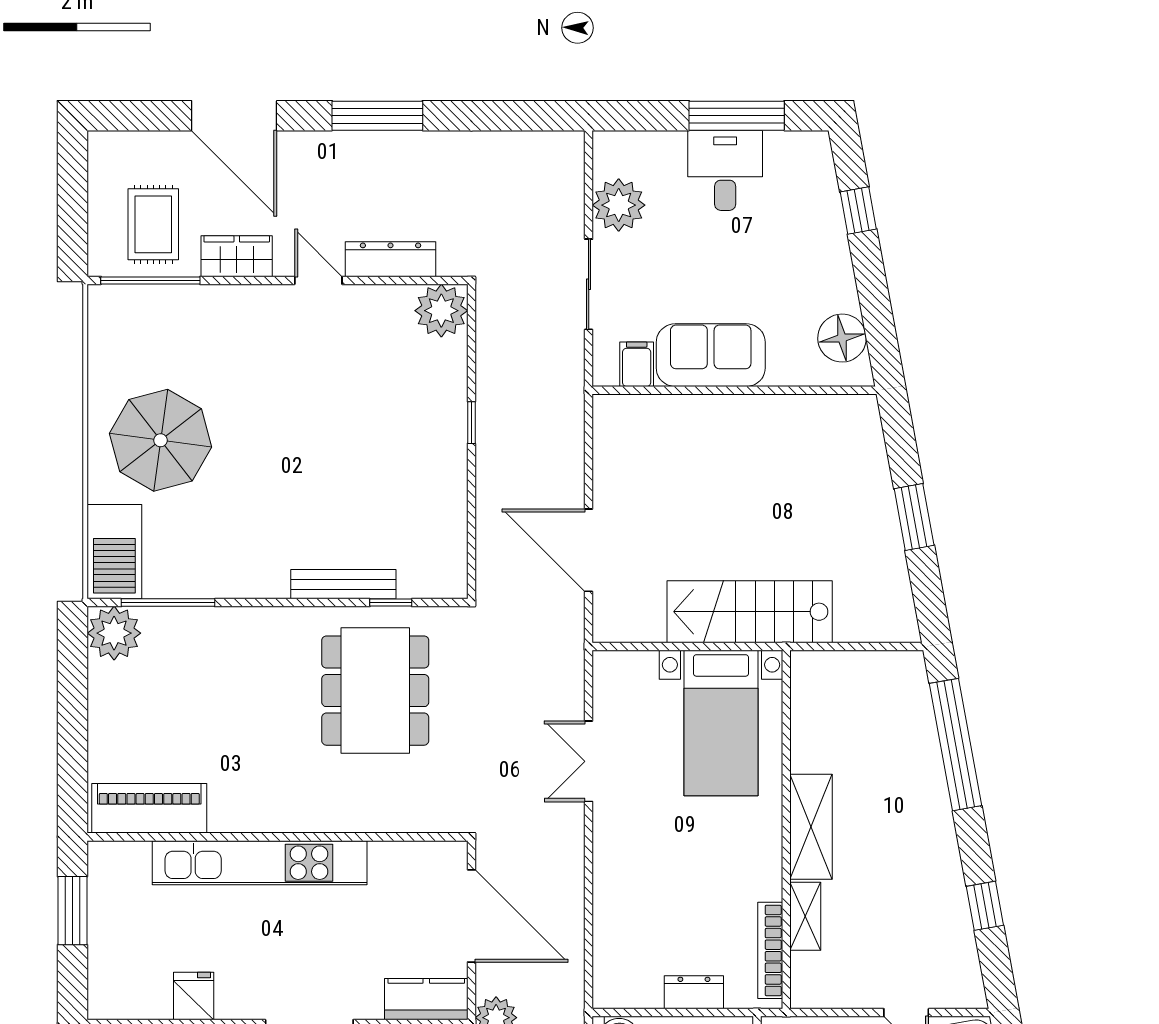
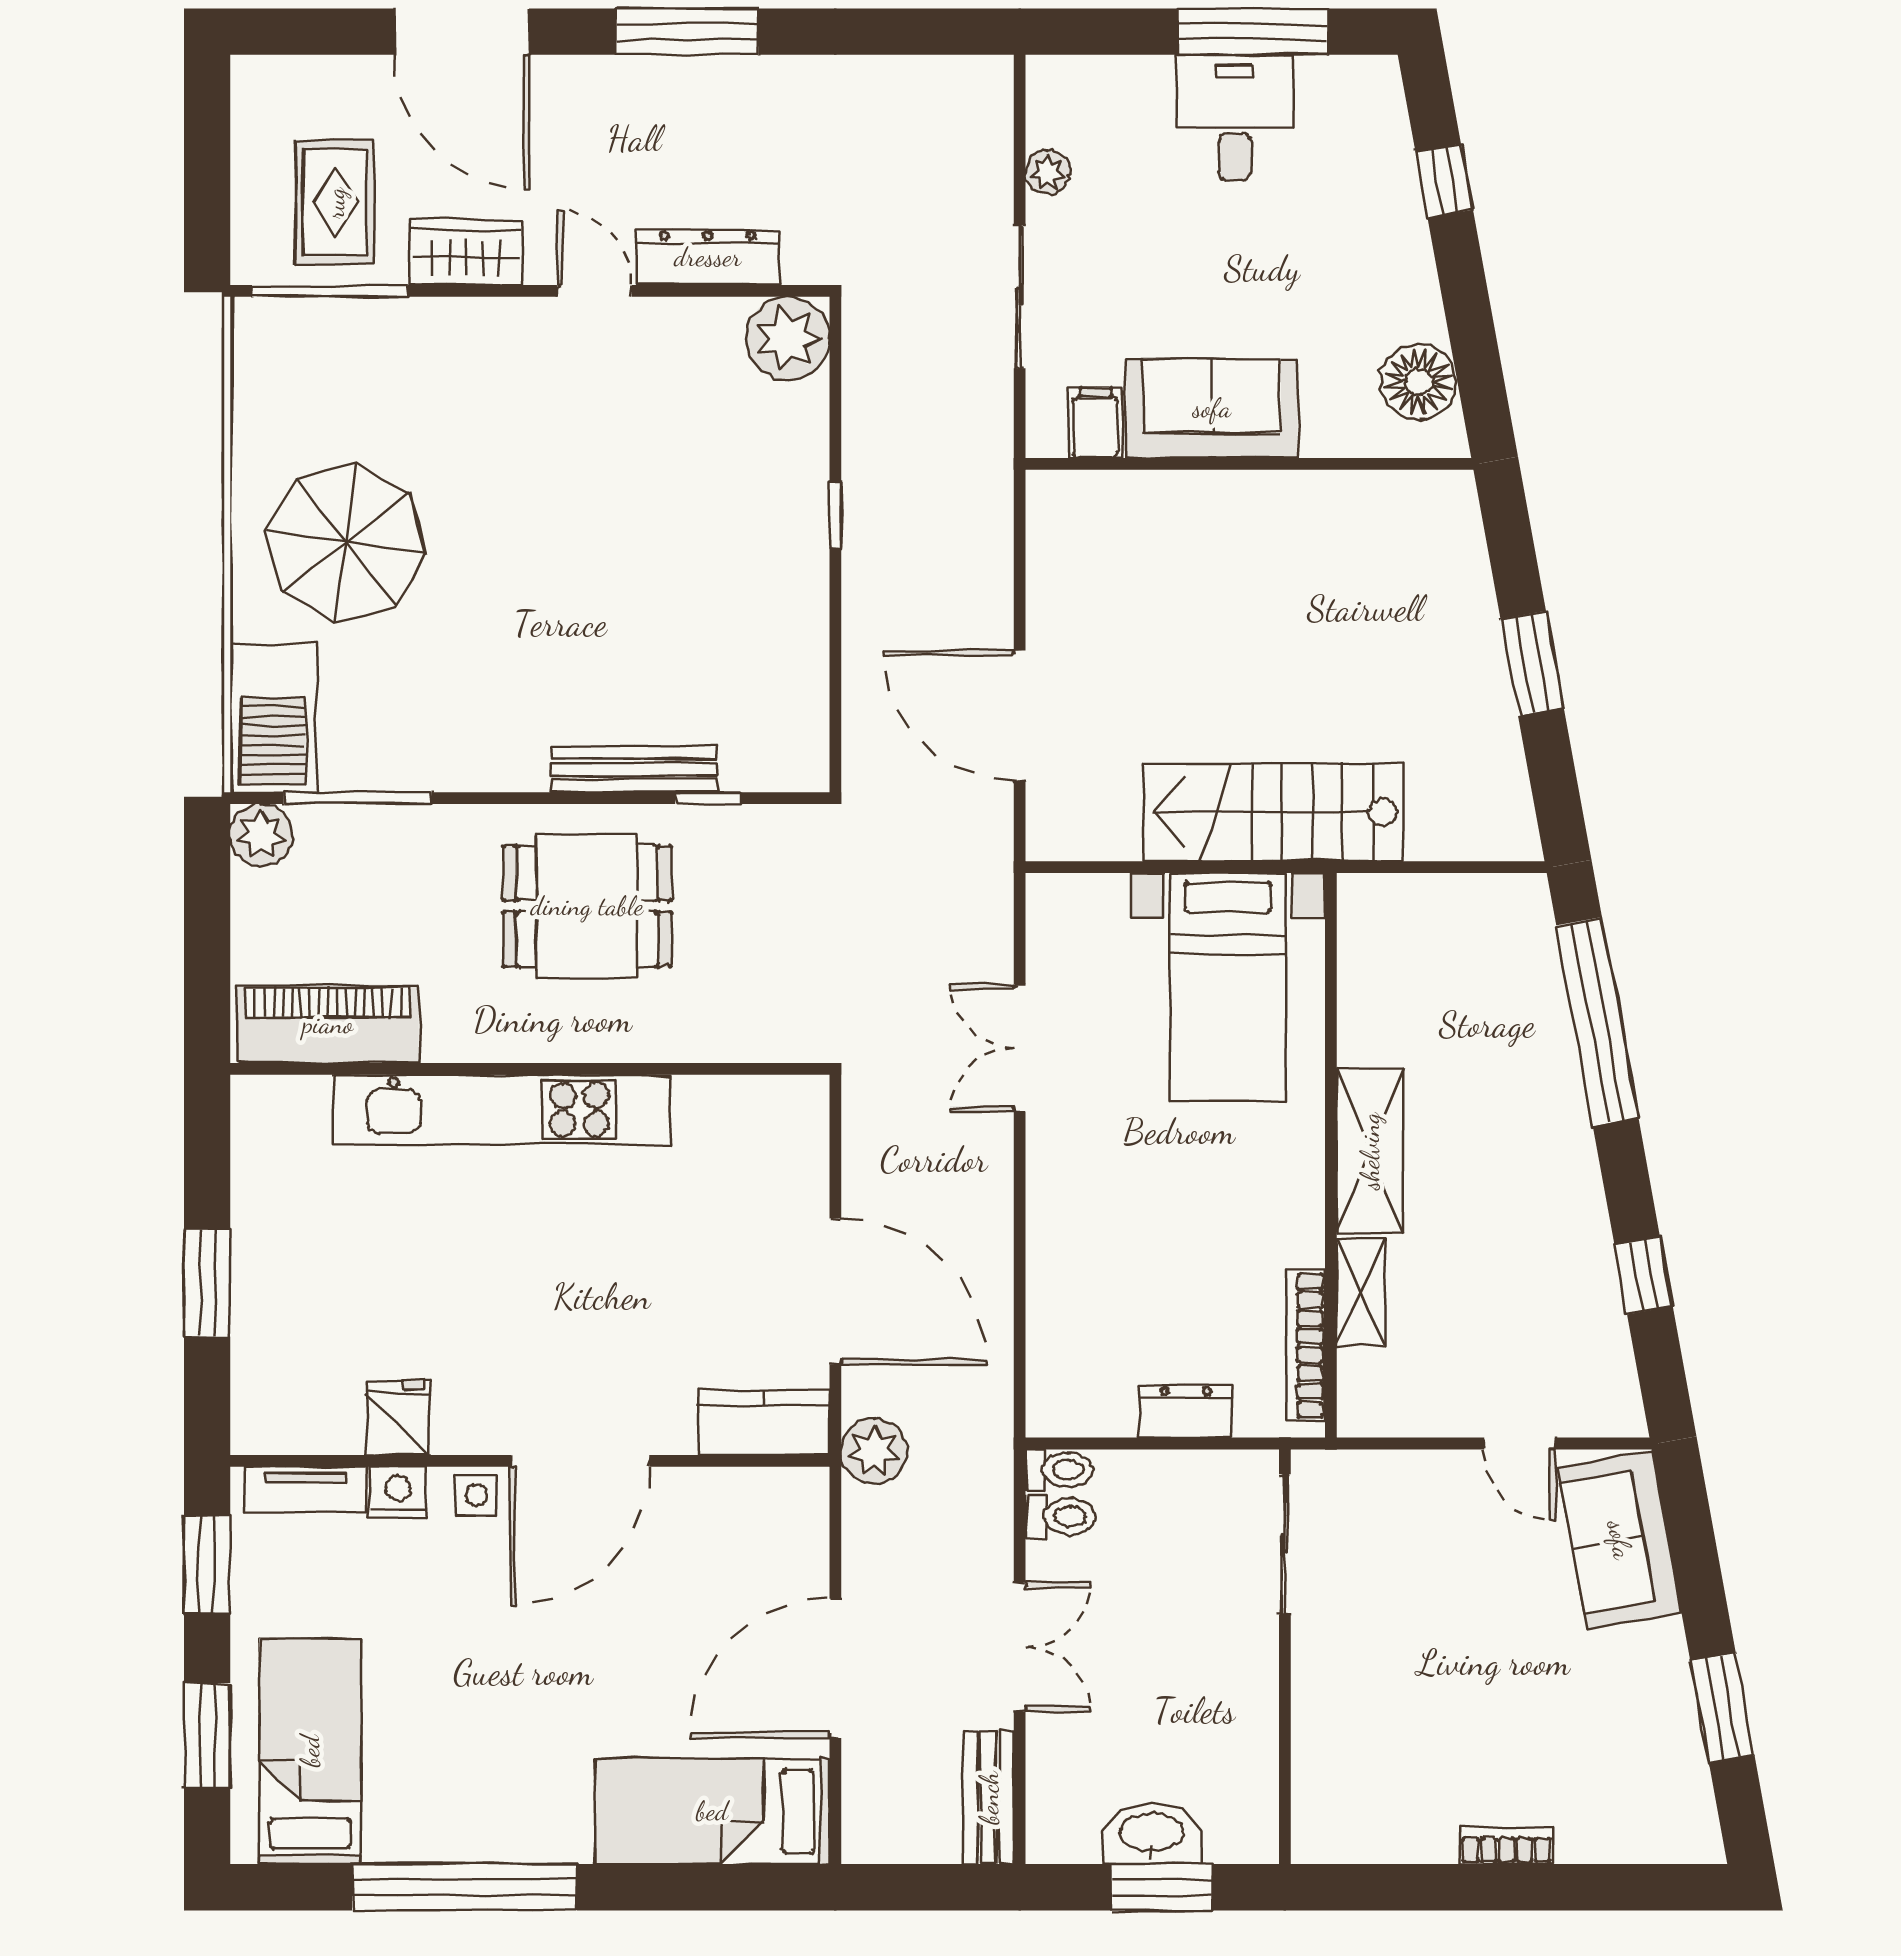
plant: (619, 205) -> (1048, 172), width x0.53, depth x0.53
plant: (114, 633) -> (261, 835), width x0.73, depth x0.73
dining table: (375, 691) -> (587, 906), moved, width x0.73
piano: (149, 808) -> (328, 1024), moved
wall: (277, 837) -> (530, 1069), moved
kitchen unit: (260, 863) -> (502, 1110), moved

